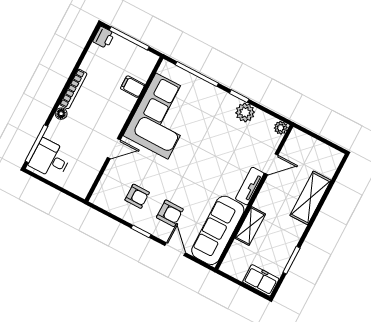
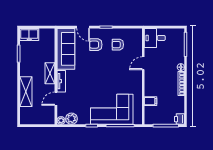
plant: (245, 112) -> (72, 119), moved
corner sofa: (162, 116) -> (112, 109), moved, turned 90
desk: (50, 159) -> (155, 38), moved, turned 180
shelving: (250, 226) -> (50, 73), moved

